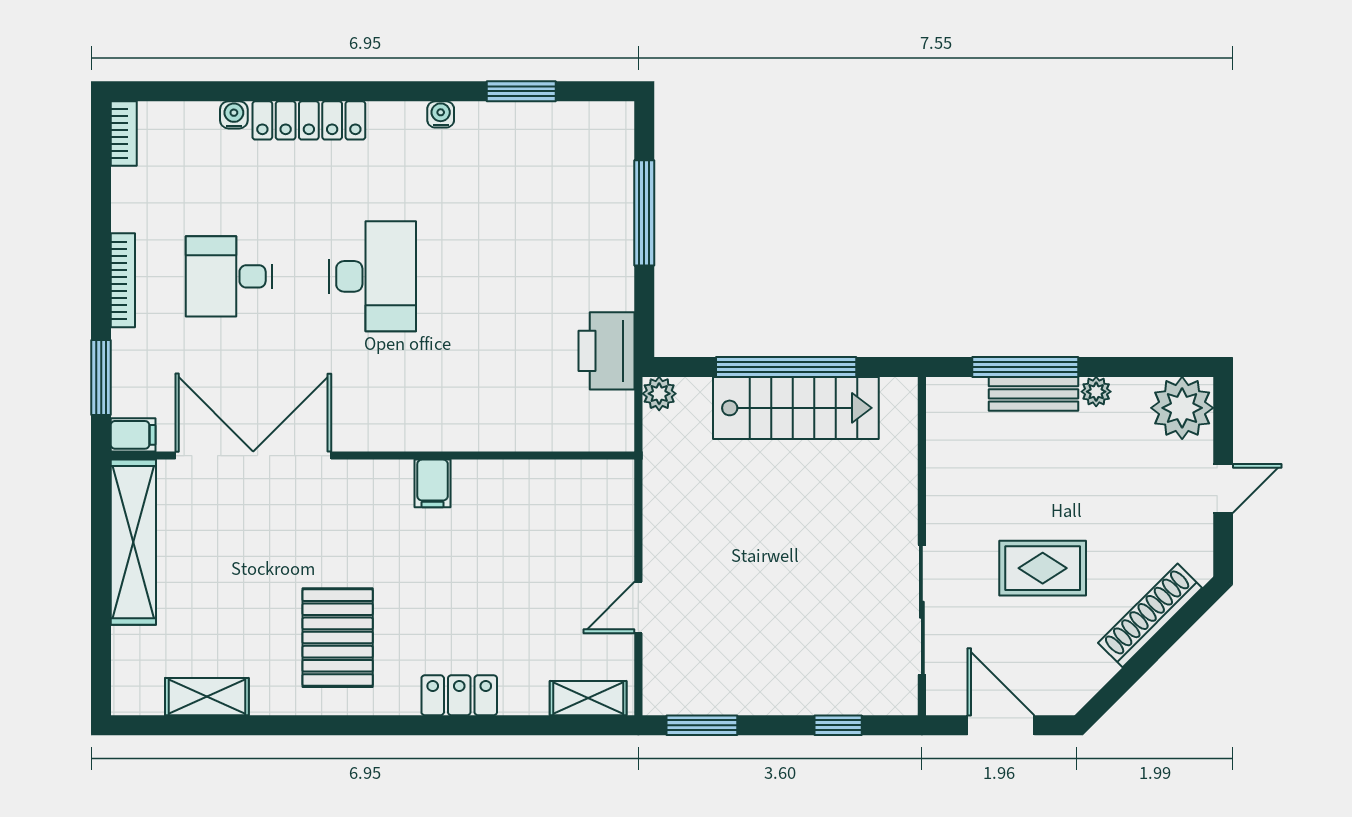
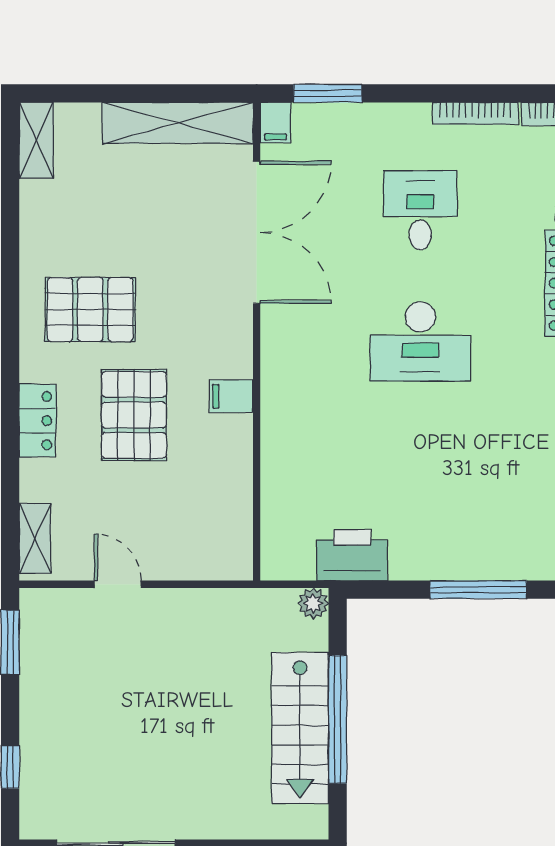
bookcase: (123, 280) -> (475, 113), moved
pallet: (453, 590) -> (134, 415), added
shelving: (207, 697) -> (36, 140), moved

